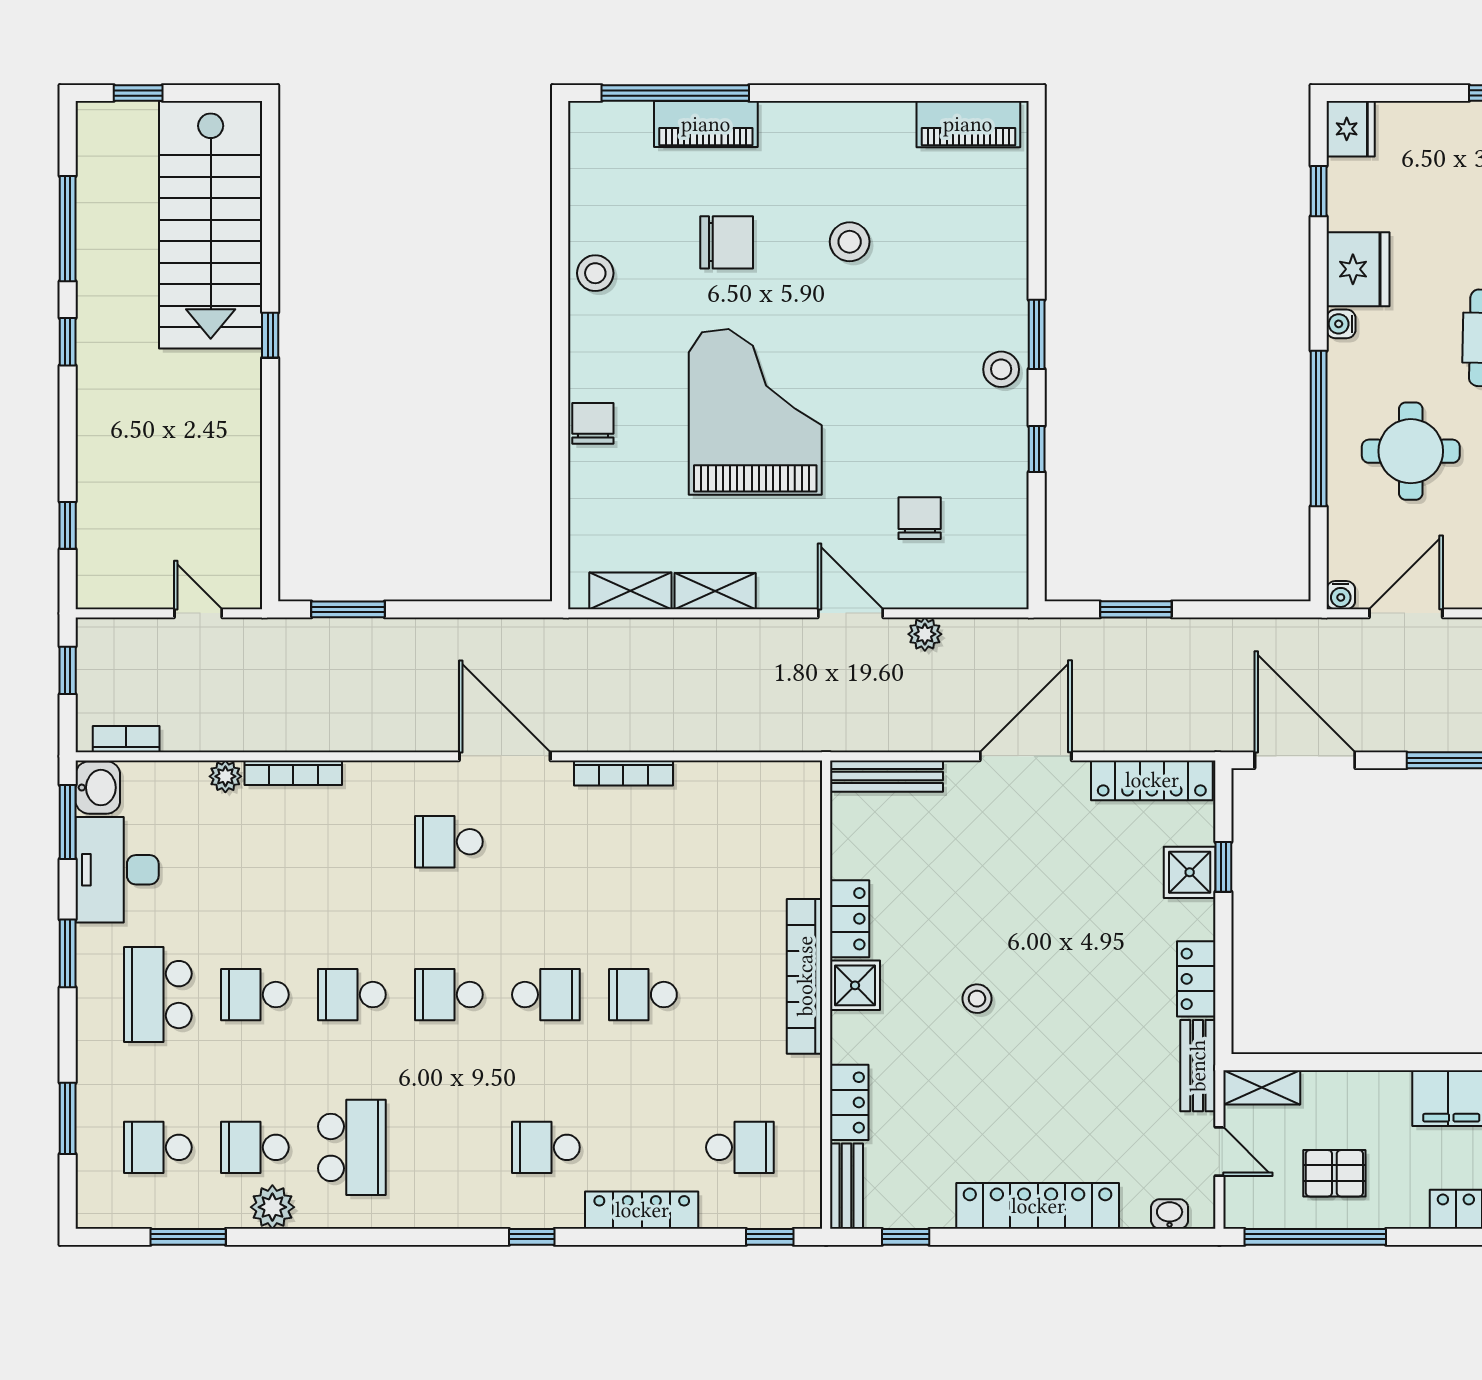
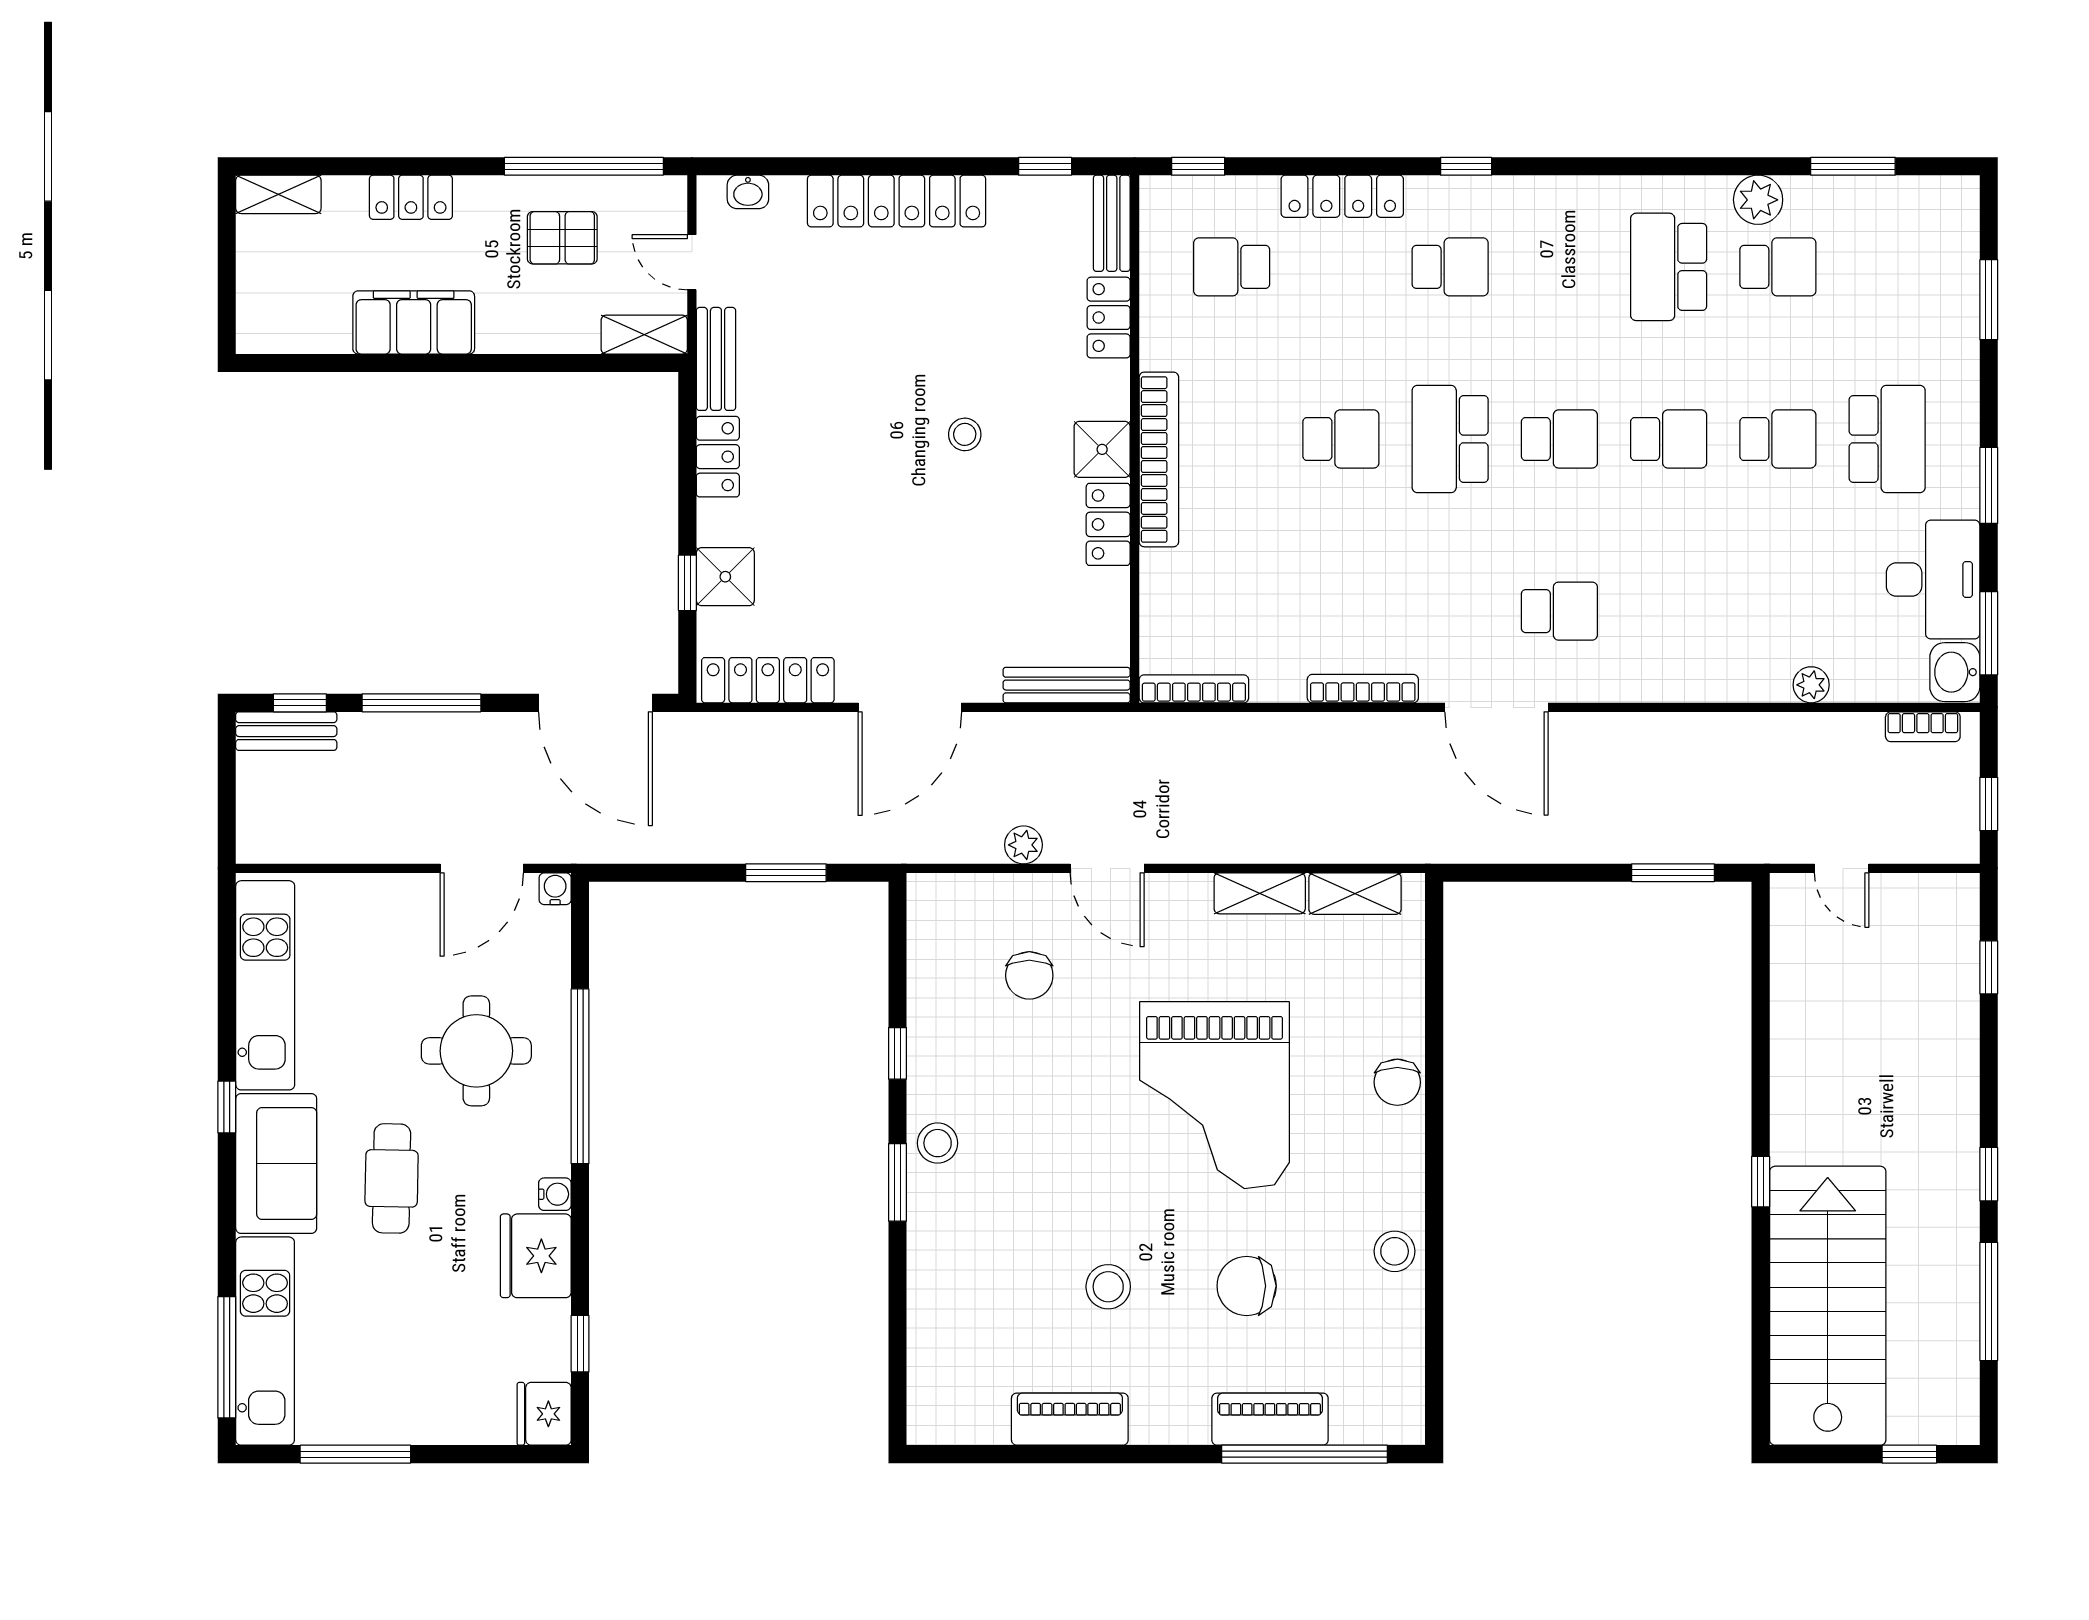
piano: (968, 124) -> (1070, 1419), moved
bookcase: (293, 773) -> (1194, 689), moved
school desk: (546, 995) -> (1450, 439), width x1.85
school desk: (158, 1147) -> (1887, 267), removed

